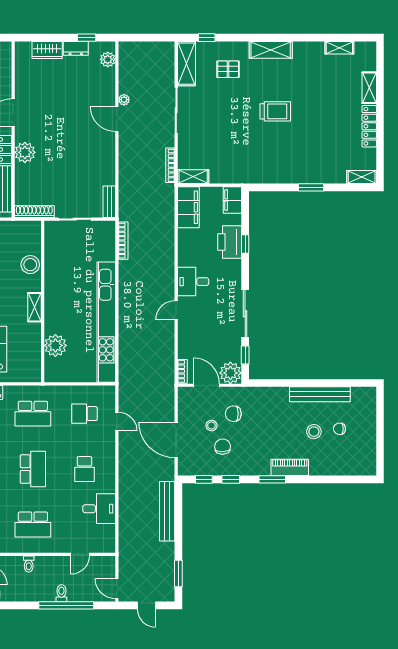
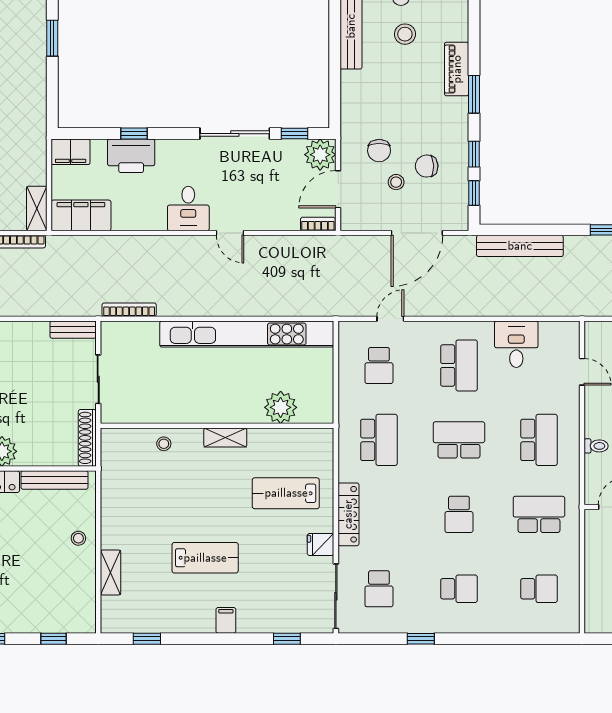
stool: (30, 265) -> (164, 444), width x0.53, depth x0.53
school desk: (84, 469) -> (459, 365), width x1.85

